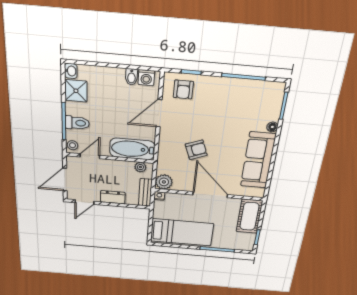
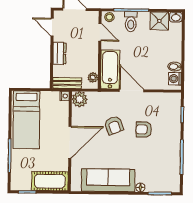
armchair: (183, 90) -> (144, 129), moved
door: (159, 113) -> (131, 91), moved

